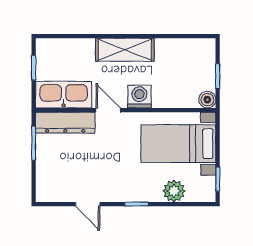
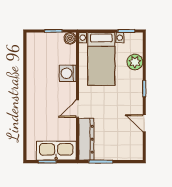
shelving: (125, 50) -> (35, 97), removed
kitchen sink: (64, 95) -> (56, 151), moved, turned 90
washing machine: (139, 96) -> (68, 73), moved
door: (88, 204) -> (144, 123), swing flipped

